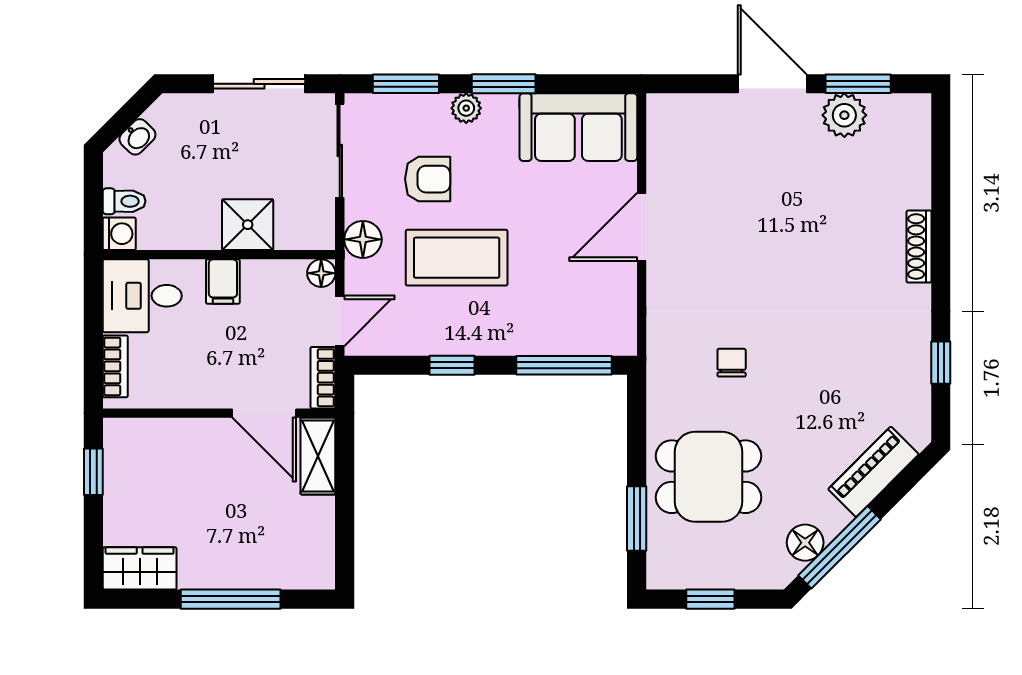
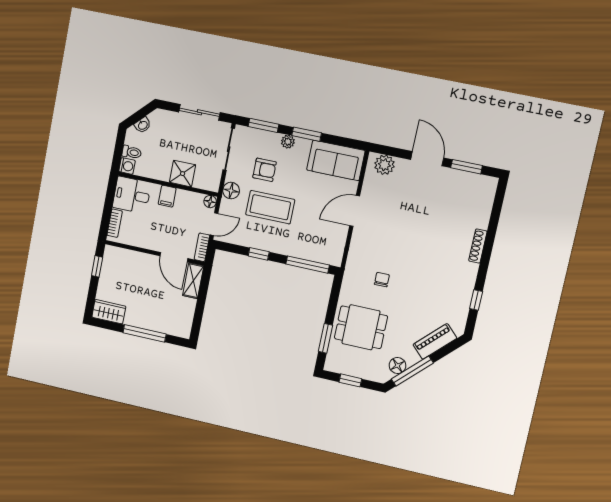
plant: (844, 115) -> (384, 165), moved

